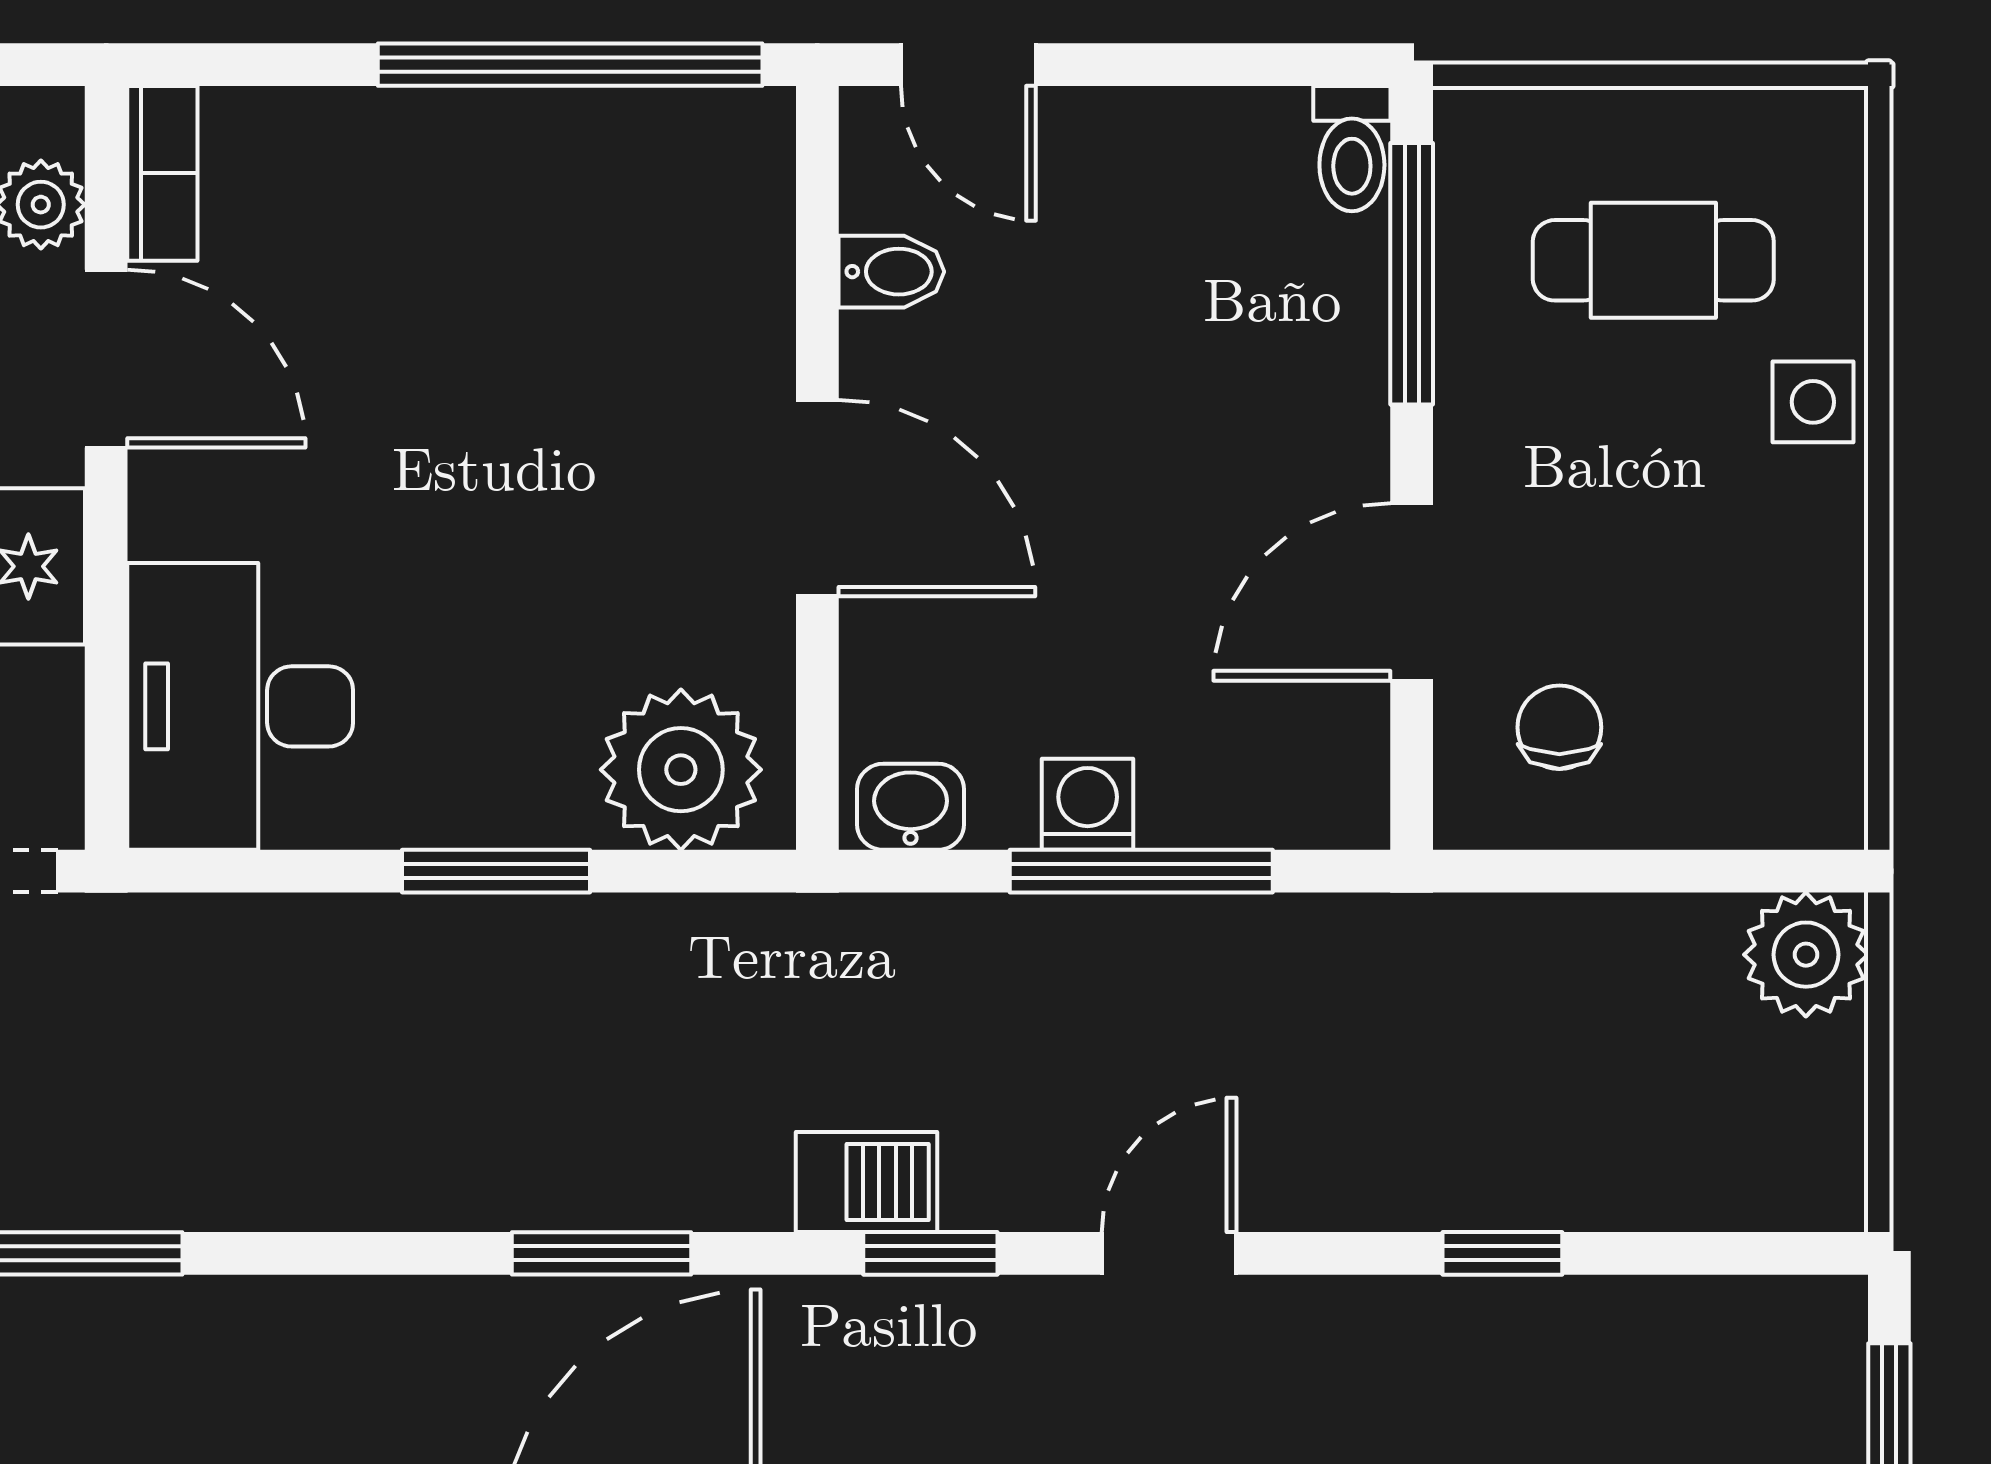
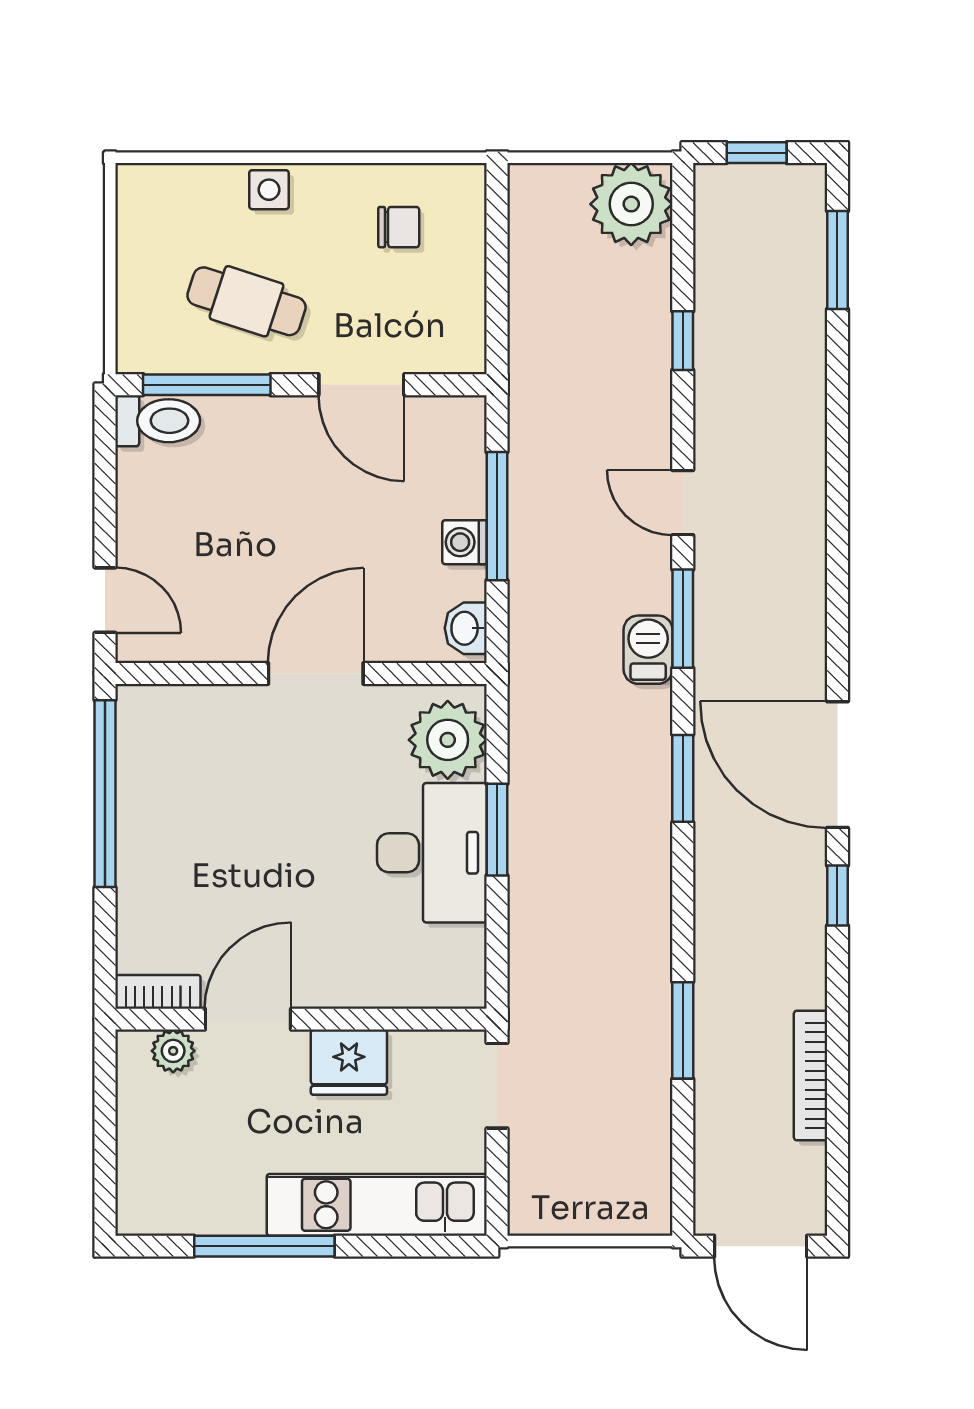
door: (968, 65) -> (105, 600), hinge flipped
toilet: (1352, 149) -> (158, 421), width x1.37, depth x1.39
cafe table: (1653, 260) -> (246, 301), moved, turned -72
bidet: (891, 272) -> (206, 638), removed
desk: (240, 706) -> (432, 853), moved, turned -90
chair: (1559, 727) -> (399, 227), moved, turned 180
plant: (1806, 955) -> (631, 204), moved, width x1.36, depth x1.36
window: (930, 1253) -> (683, 619), width x1.50

